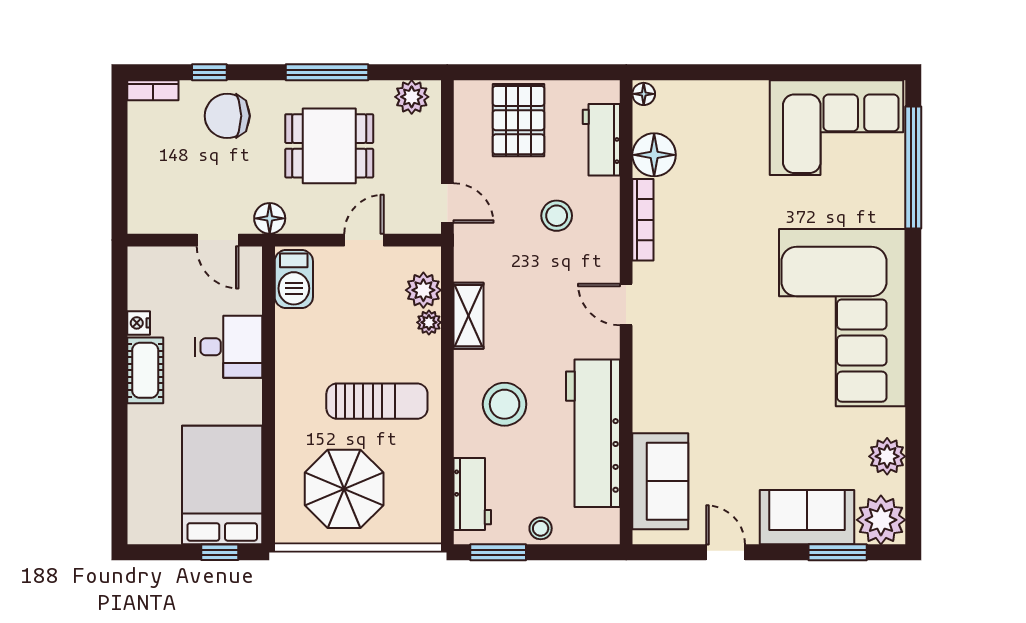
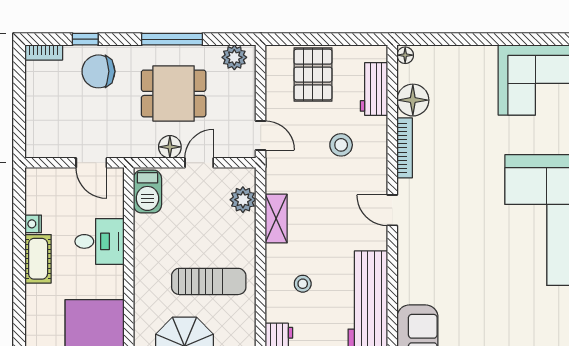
floor lamp: (270, 218) -> (170, 147), moved
plant: (429, 322) -> (247, 224), removed
stool: (505, 404) -> (303, 284), width x0.53, depth x0.53

